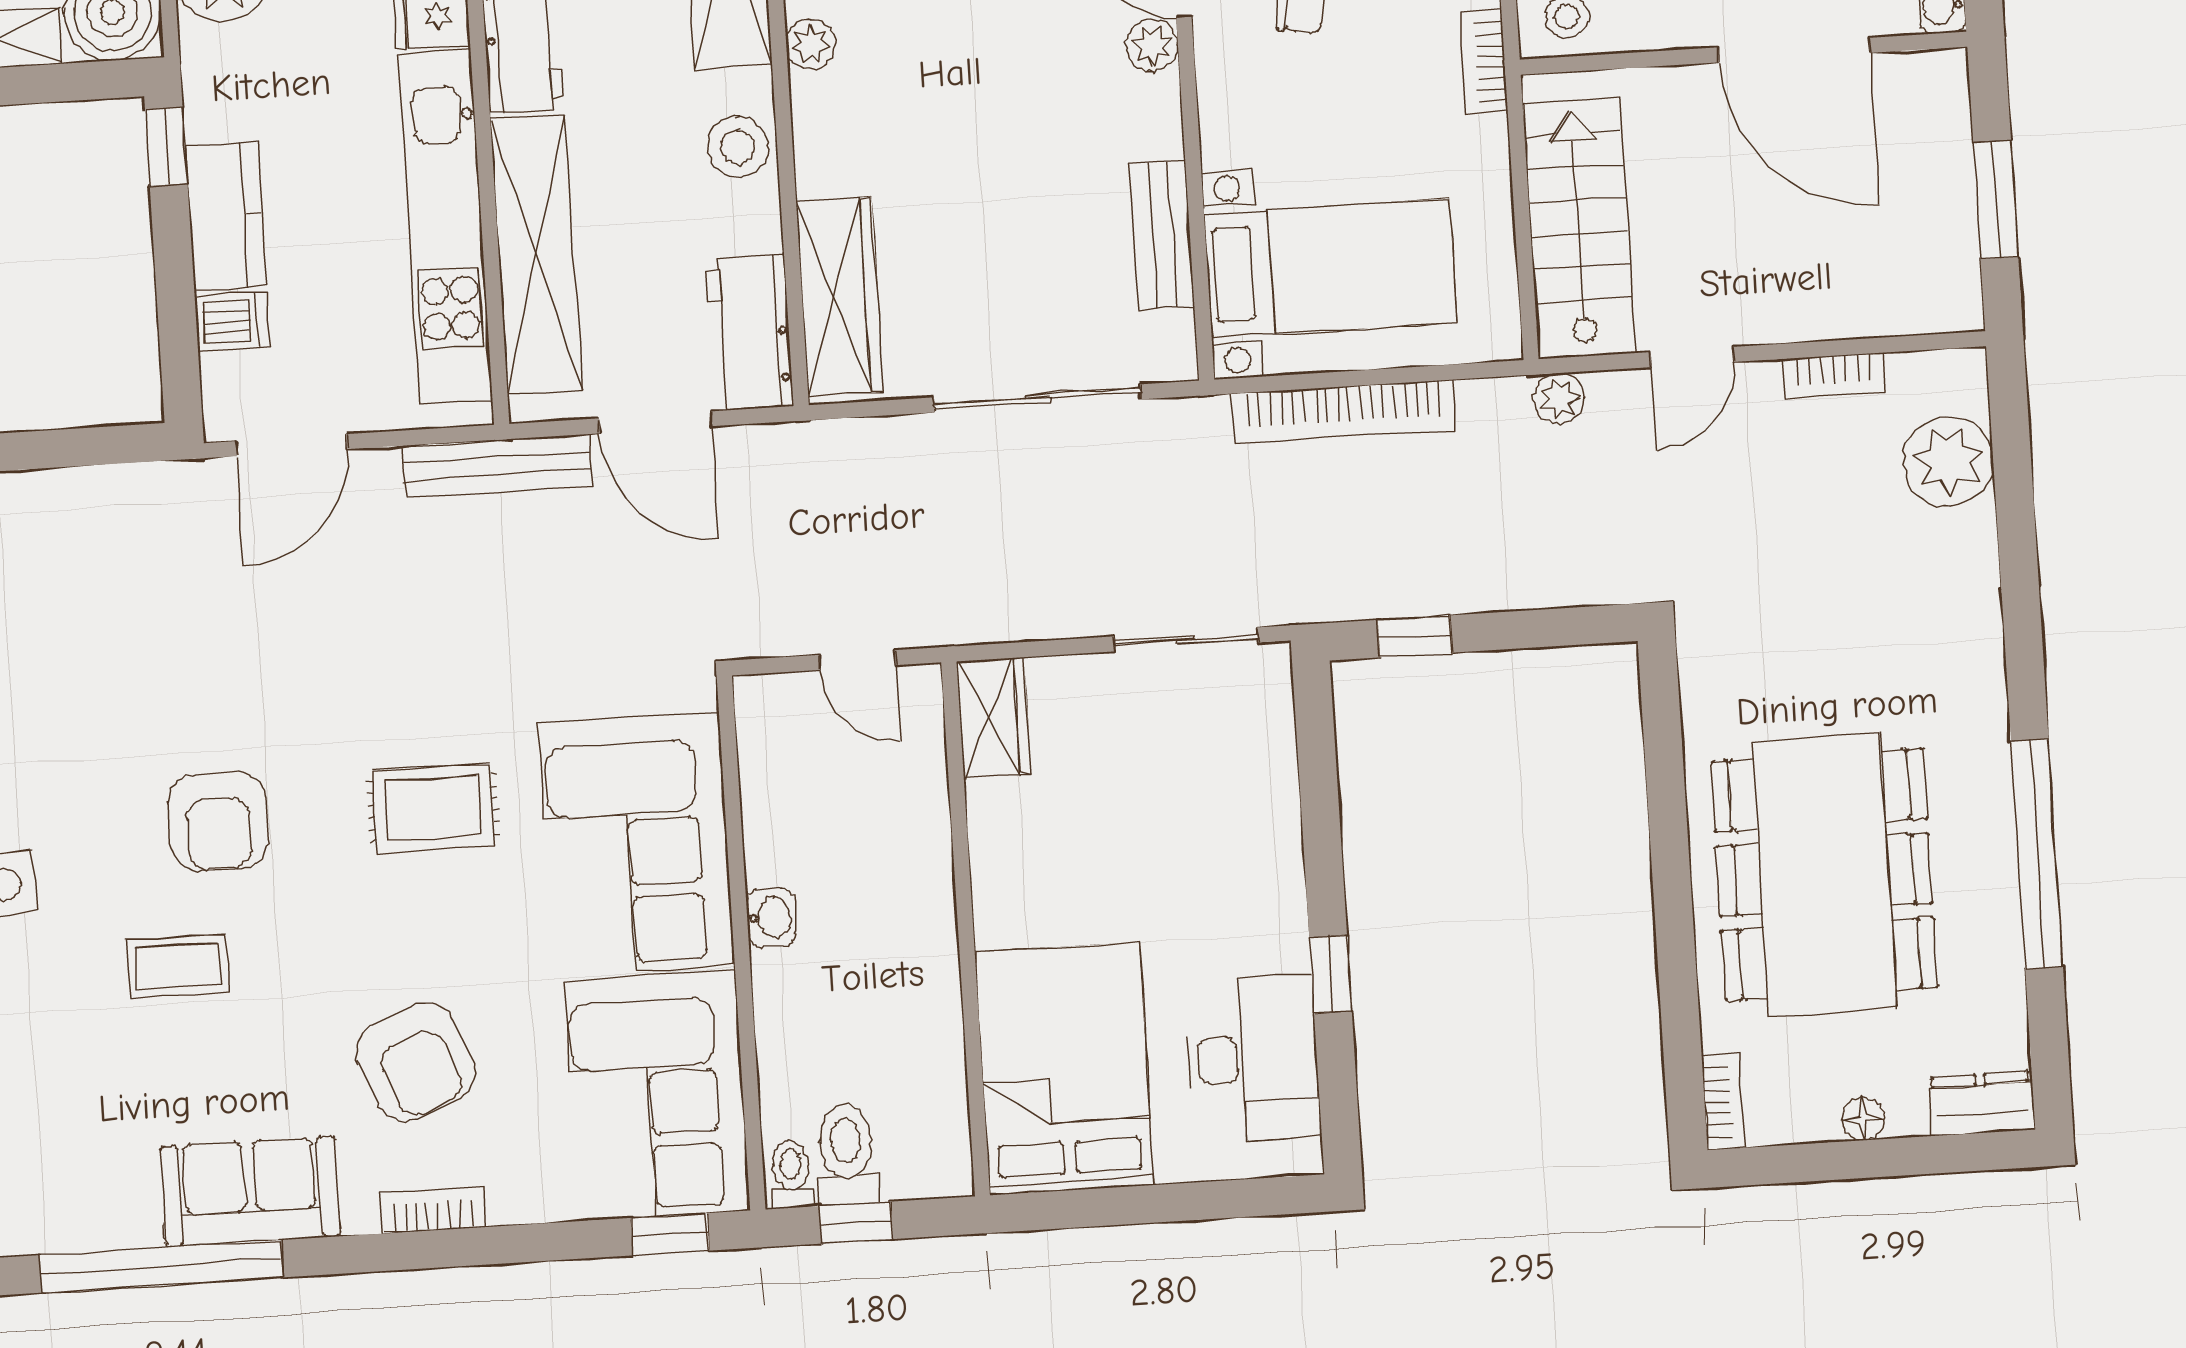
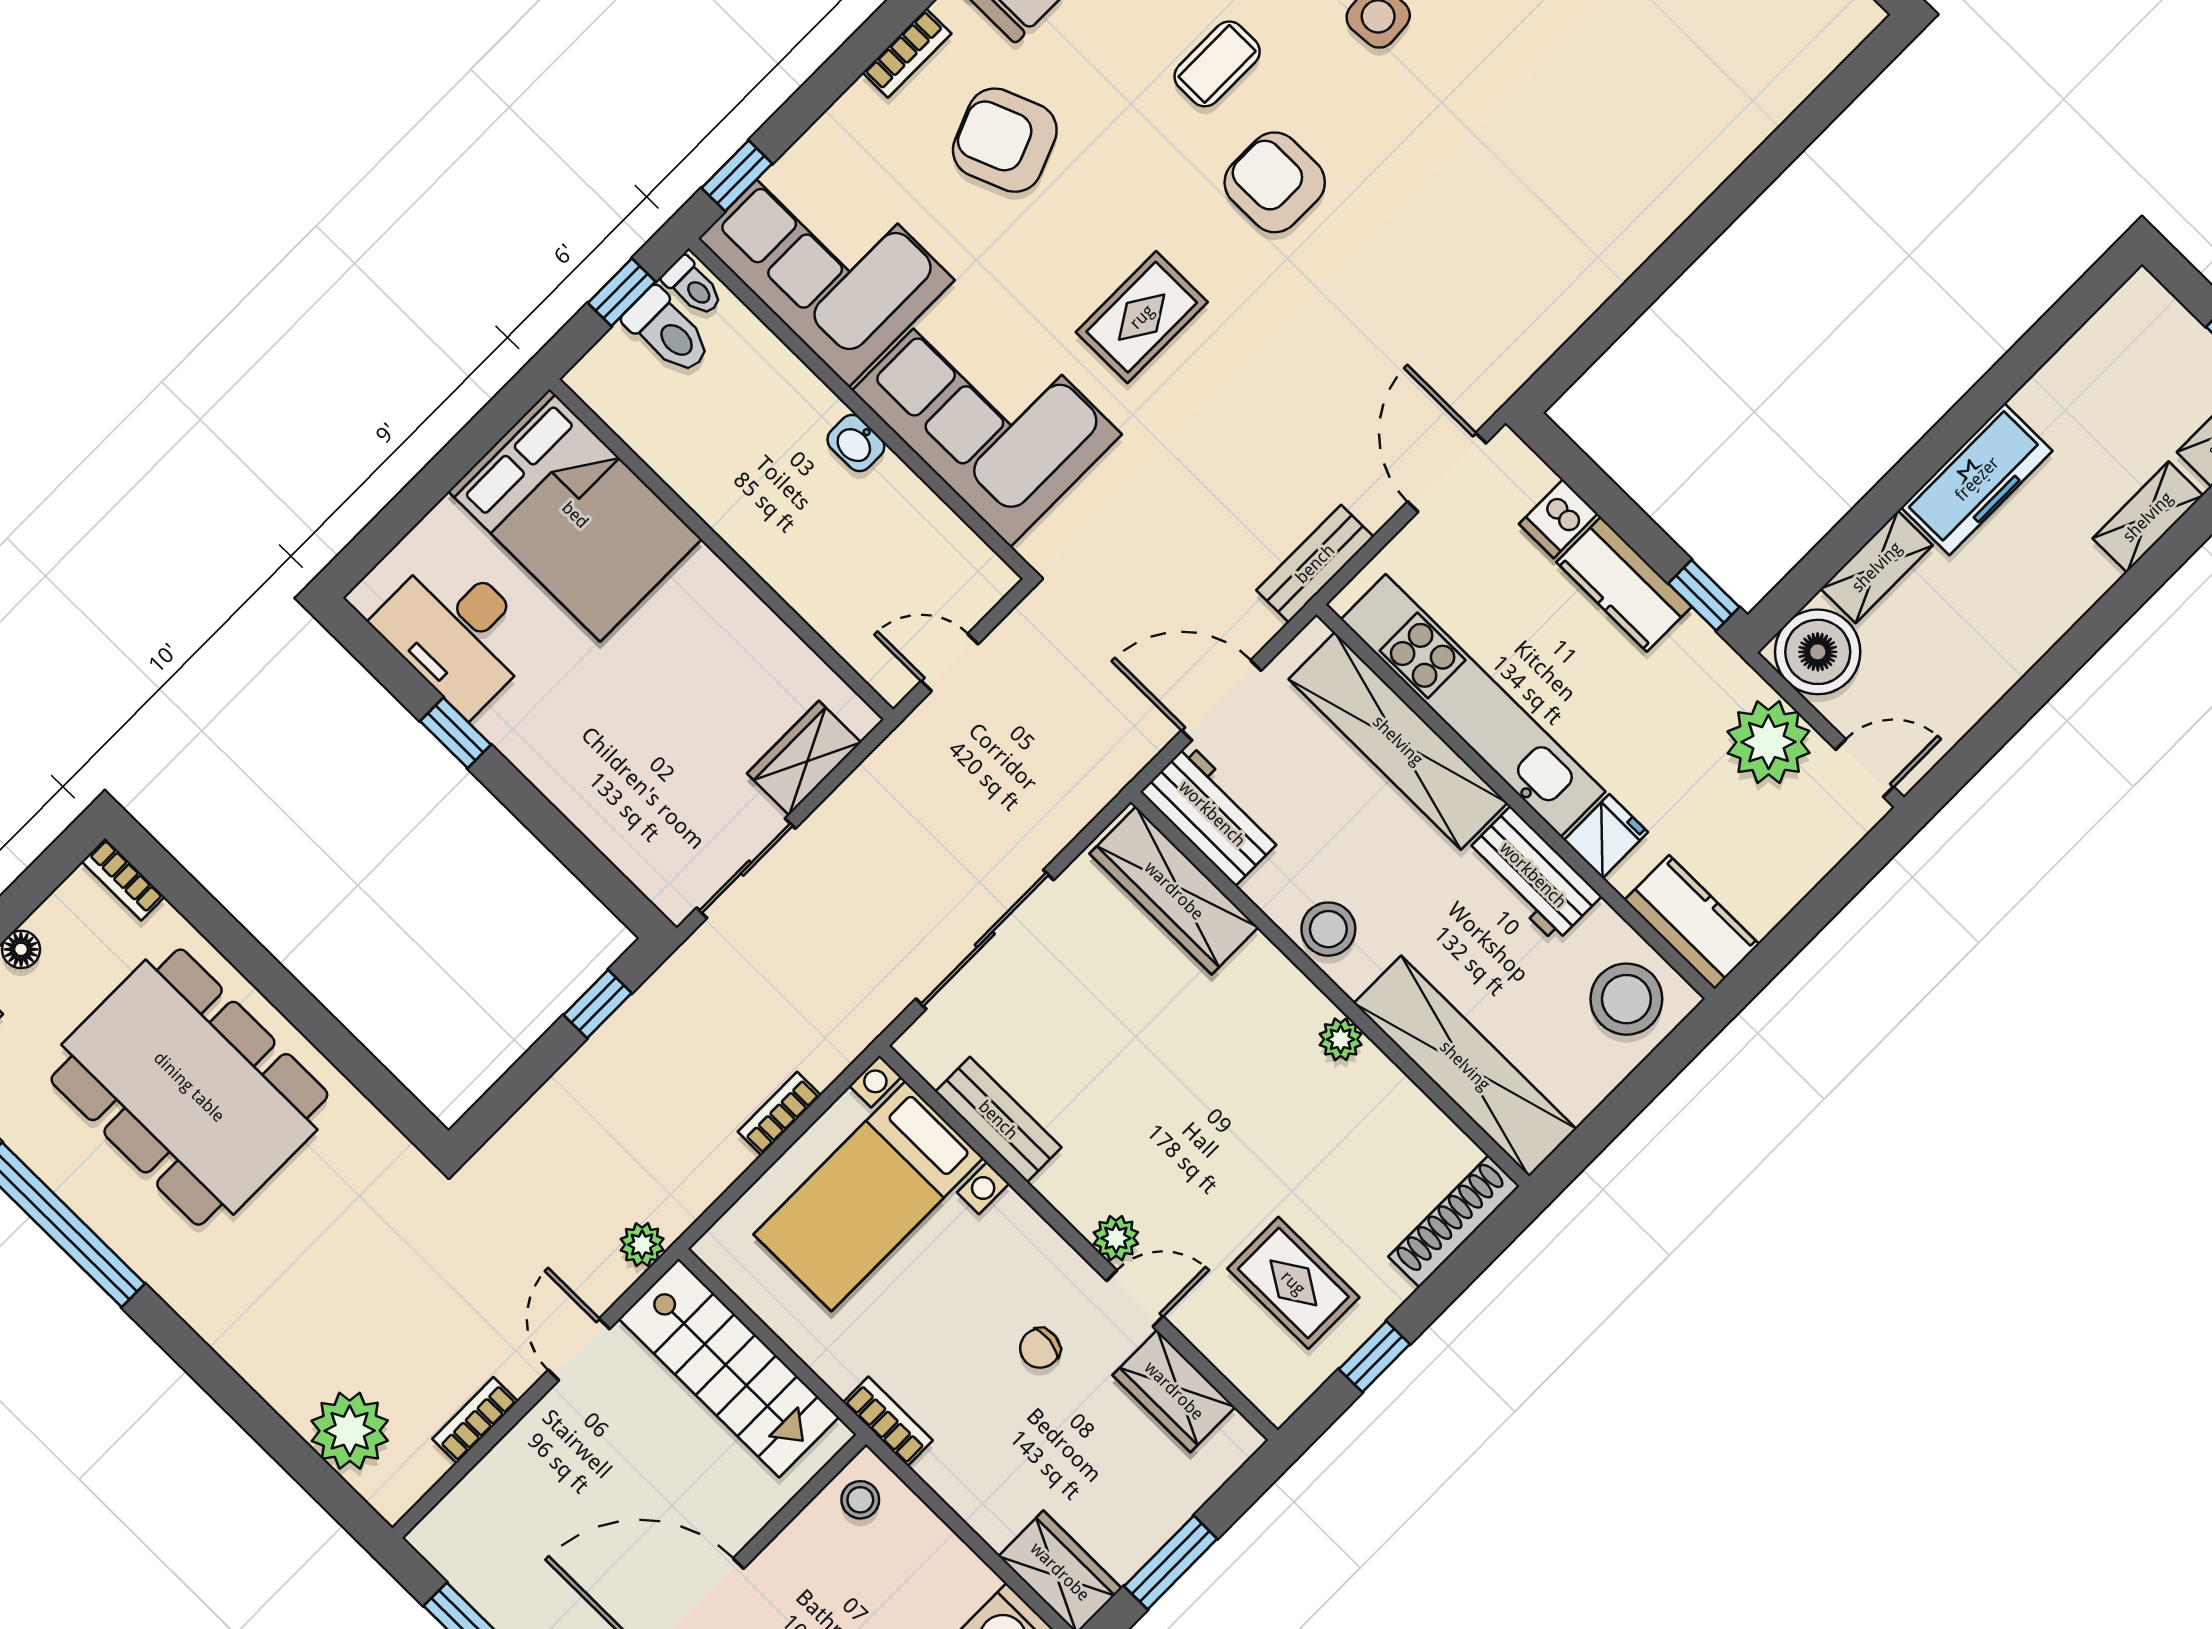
bookcase: (1344, 412) -> (779, 1114), width x0.43, depth x0.76
bench: (497, 466) -> (1315, 564), width x0.73
wardrobe: (994, 717) -> (804, 758), moved, turned 90

